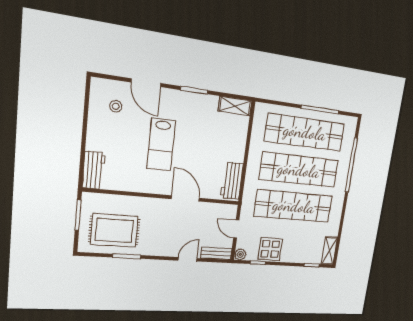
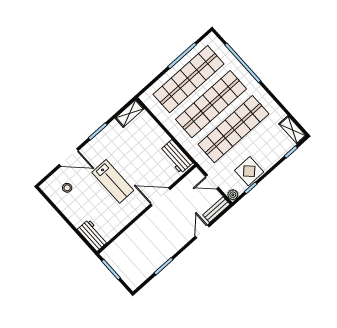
rug: (114, 230) -> (140, 258), removed

